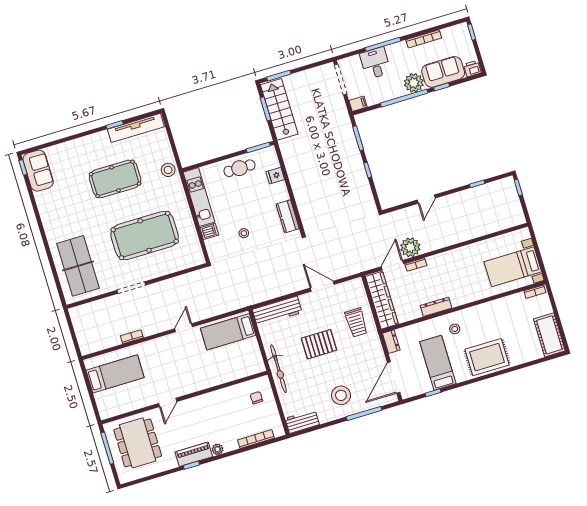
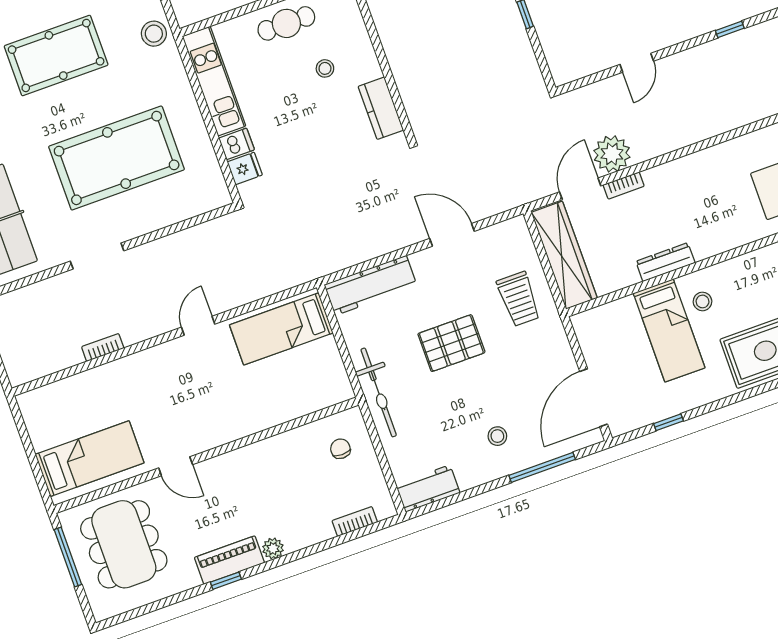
fridge: (275, 176) -> (245, 168), moved, turned 180
stool: (244, 233) -> (325, 68), moved
dresser: (391, 342) -> (586, 331), removed
bed: (438, 363) -> (669, 330), moved, turned 180
bed: (115, 374) -> (90, 459), moved
stool: (341, 395) -> (497, 436), width x0.53, depth x0.53
door: (168, 402) -> (176, 466), hinge flipped
bookcase: (256, 439) -> (355, 522), width x0.64

